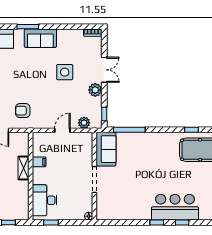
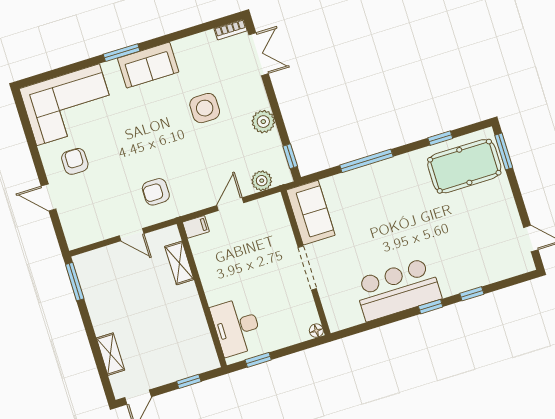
double door: (104, 70) -> (259, 54), moved
window: (129, 130) -> (366, 161), moved
filing cabinet: (39, 162) -> (196, 227), moved
shelving: (24, 168) -> (179, 263), moved
bar counter: (175, 207) -> (398, 289), moved

